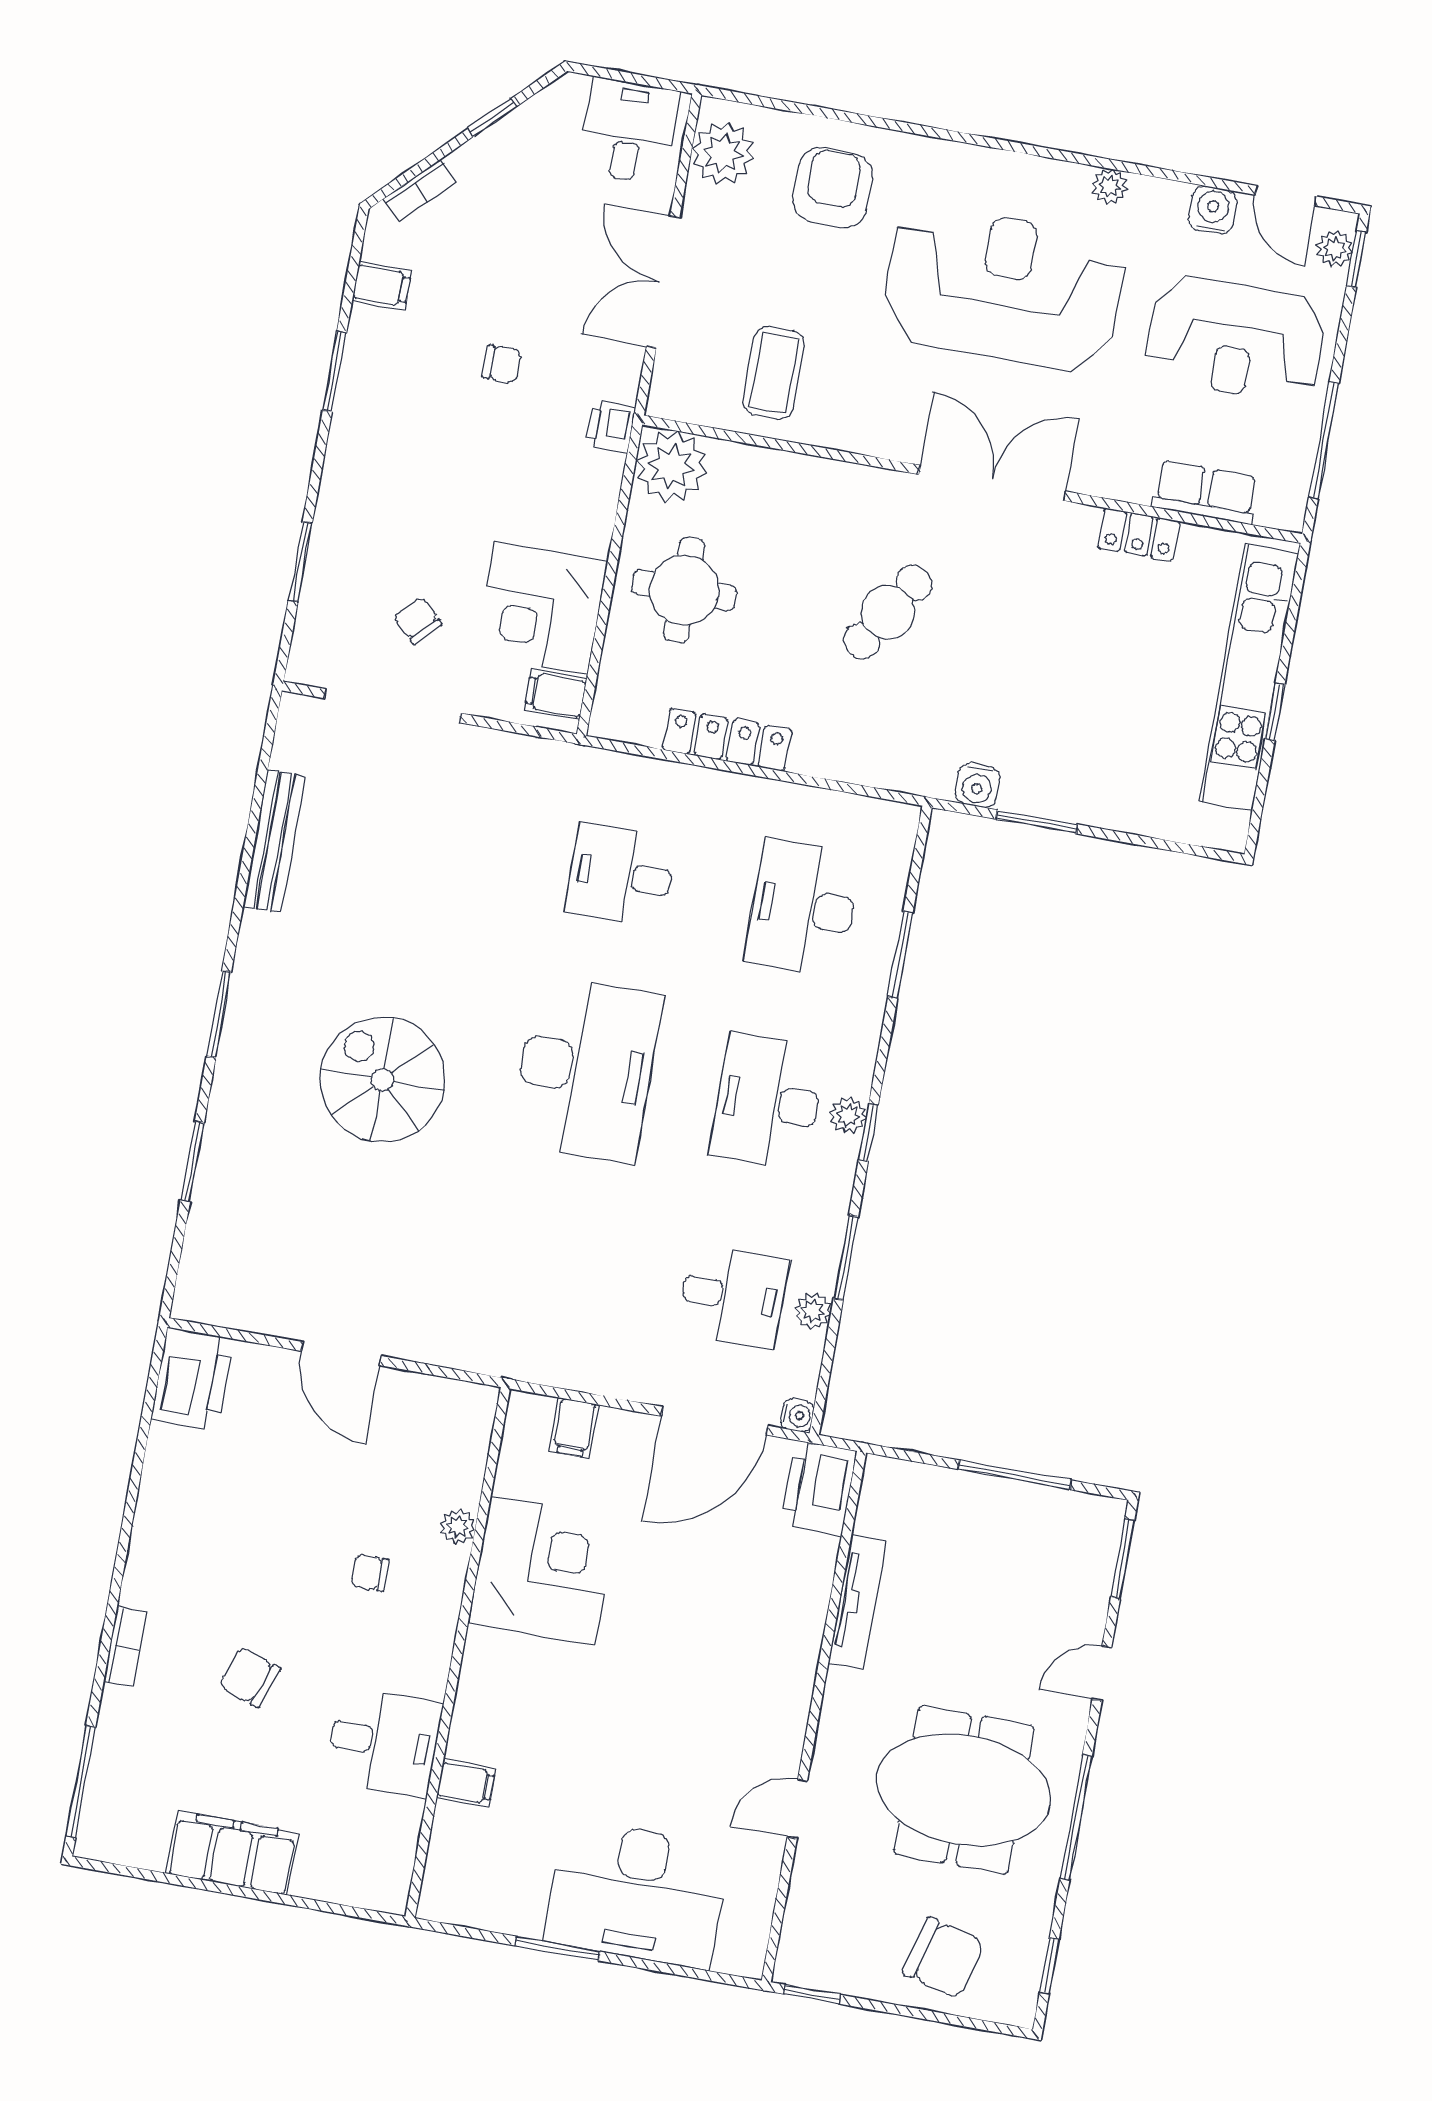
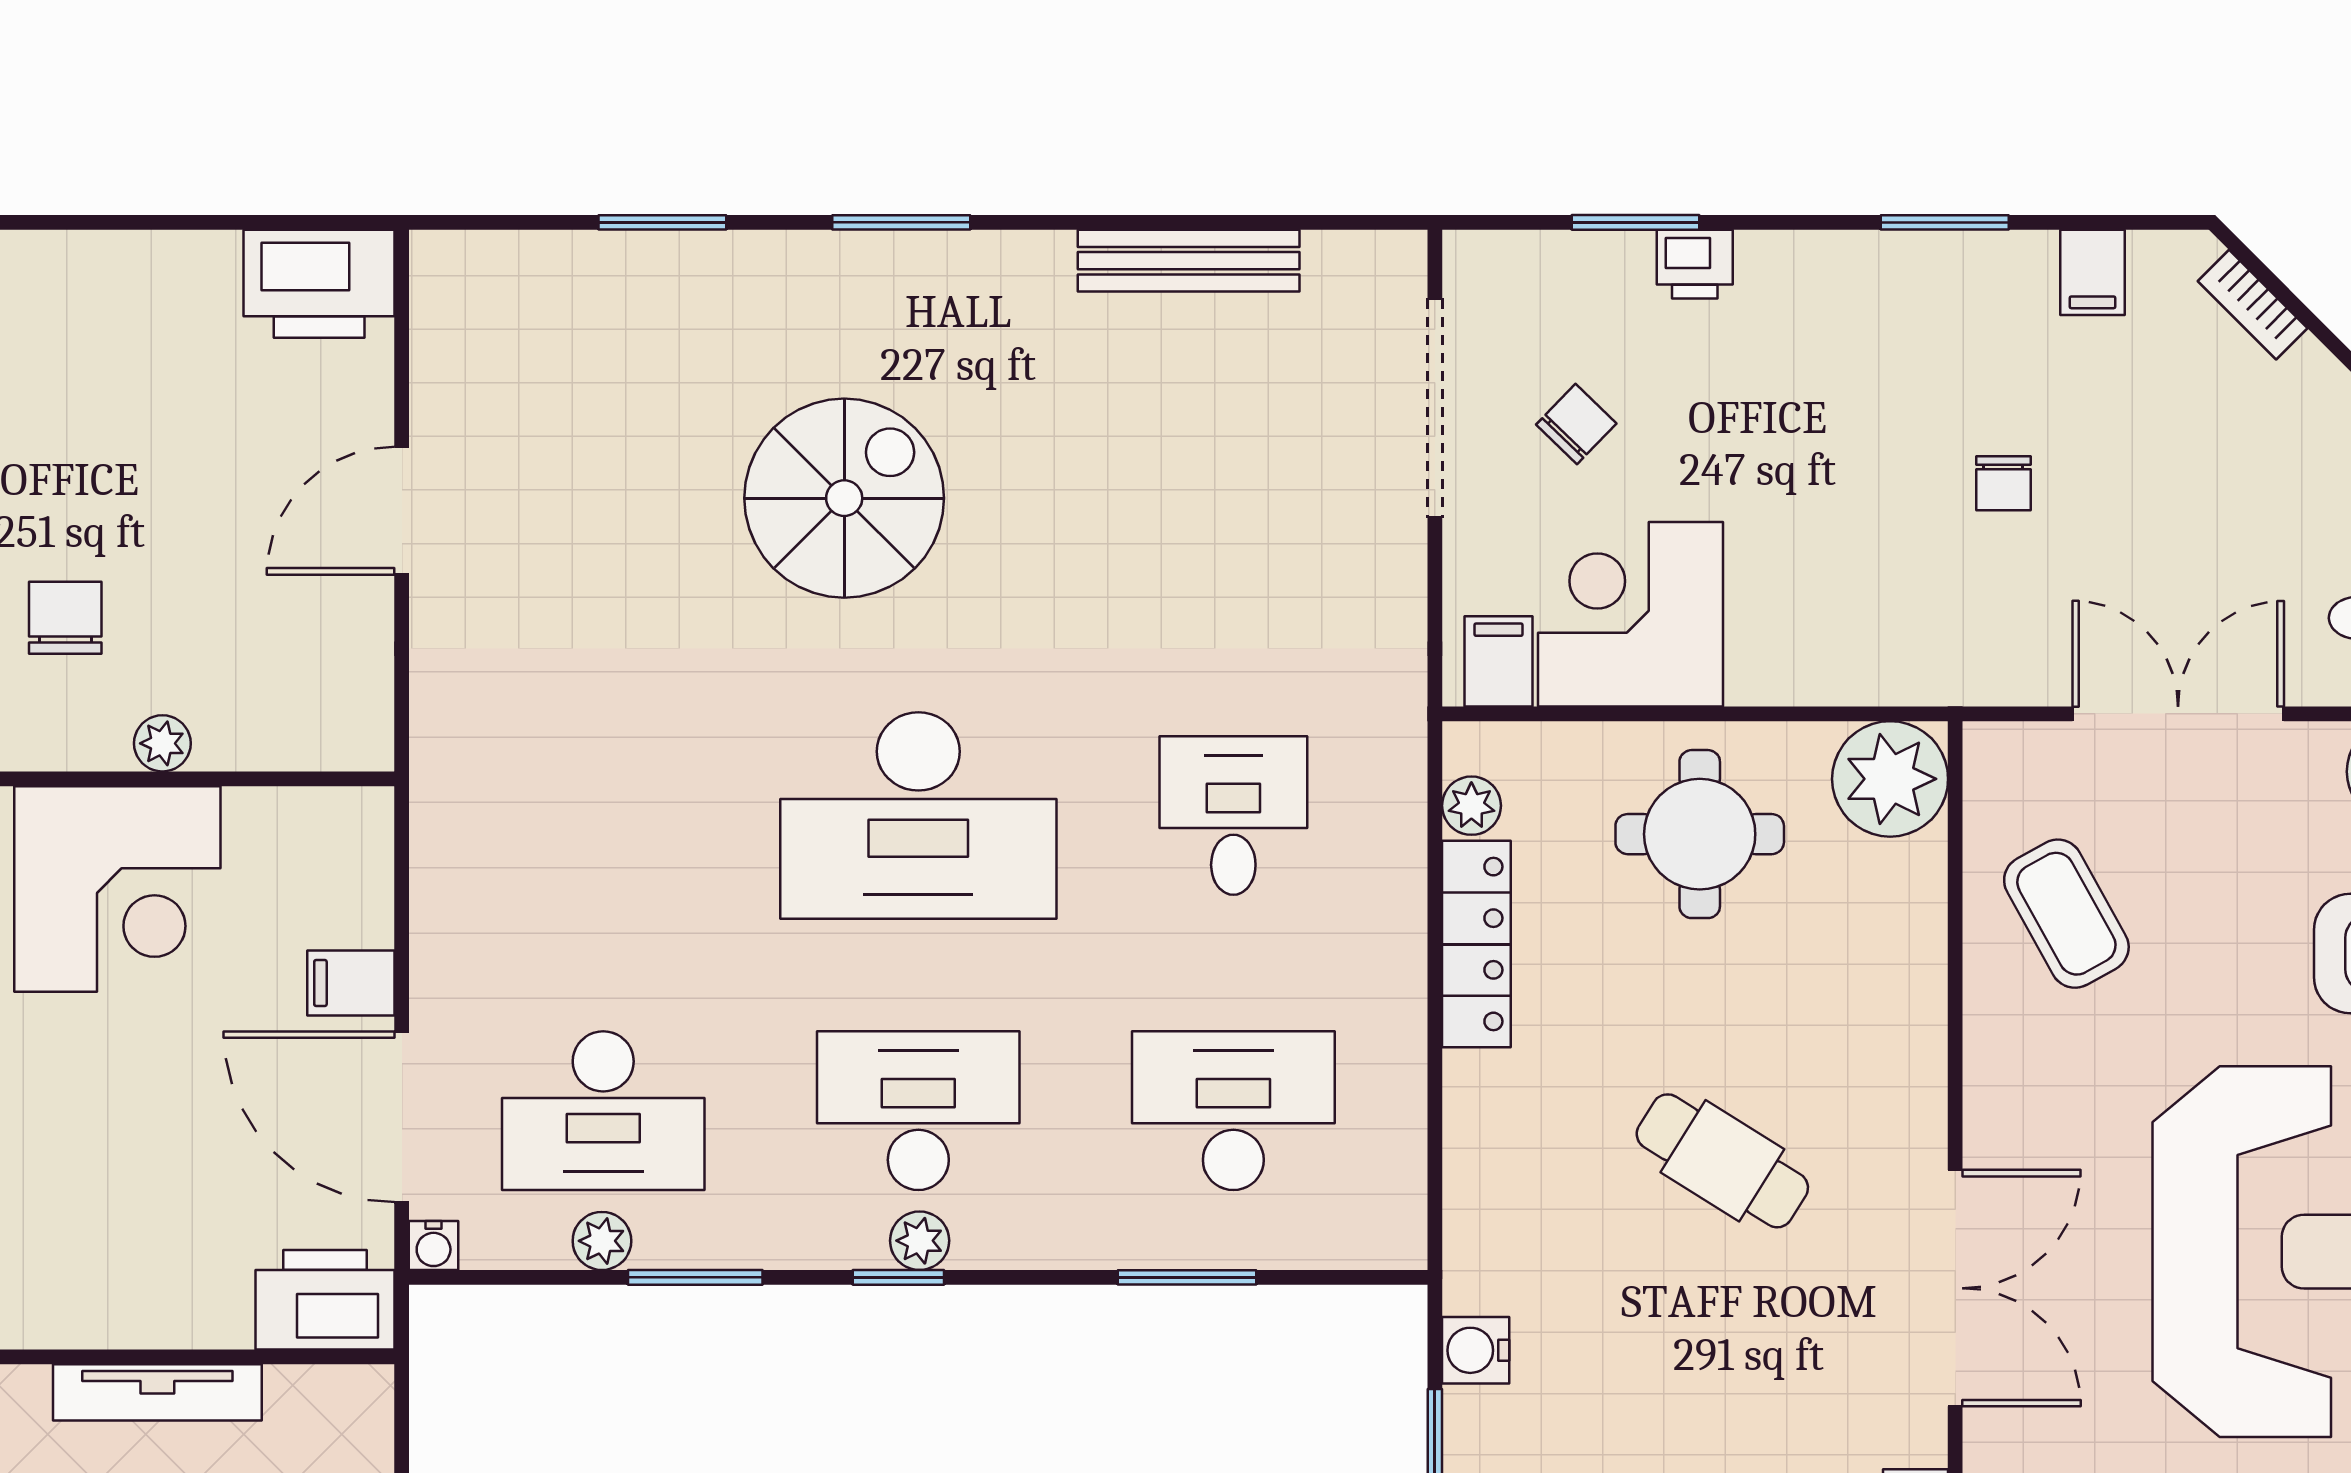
coffee table: (774, 373) -> (2066, 914), turned 61
printer: (610, 427) -> (1695, 264), moved, turned 180
plant: (641, 727) -> (1471, 806), added
desk: (733, 1296) -> (603, 1111), width x1.37
filing cabinet: (574, 1428) -> (351, 983), moved
chair: (370, 1573) -> (65, 618), width x1.37, depth x1.37

